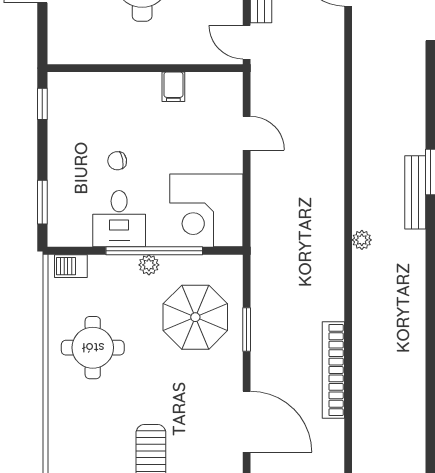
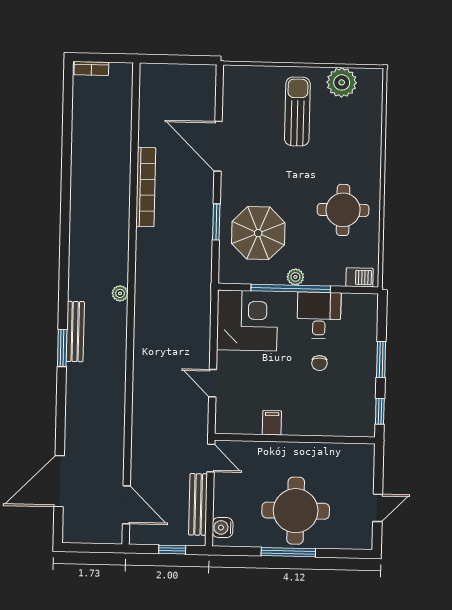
chair: (117, 161) -> (319, 363), turned 100
window: (42, 202) -> (381, 360), moved

